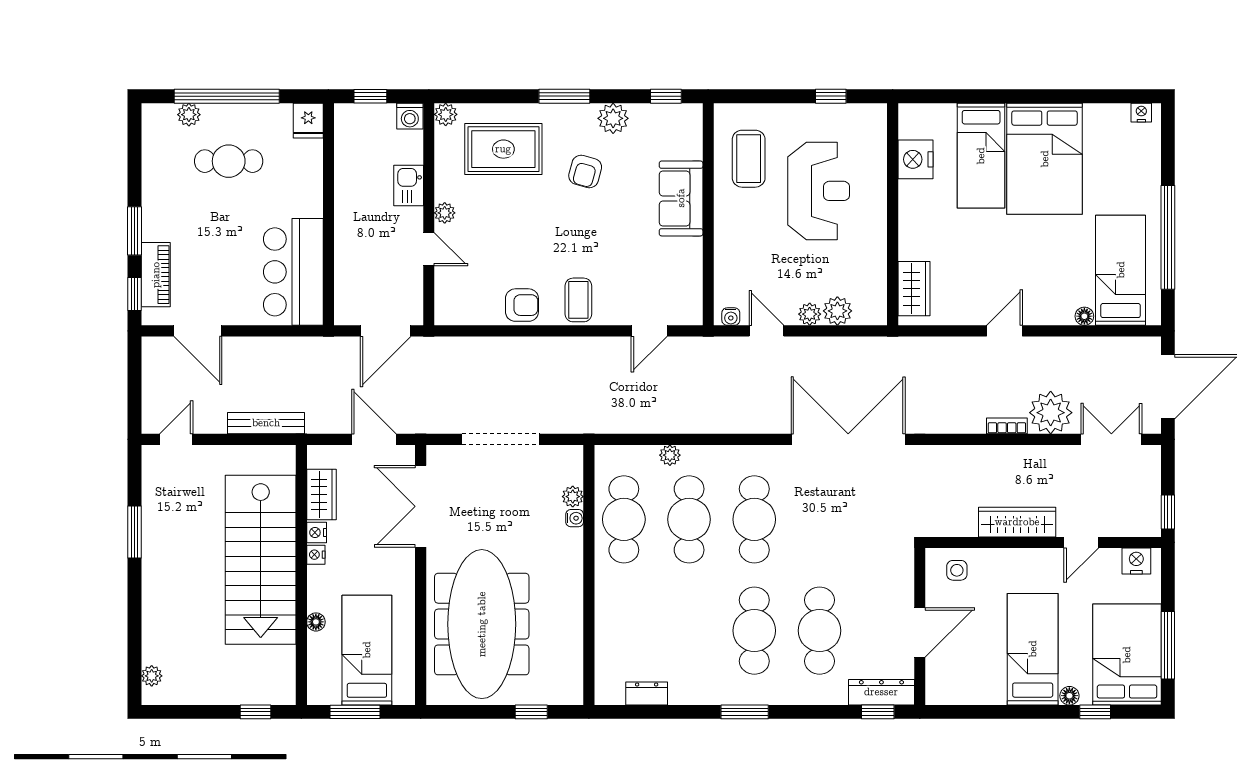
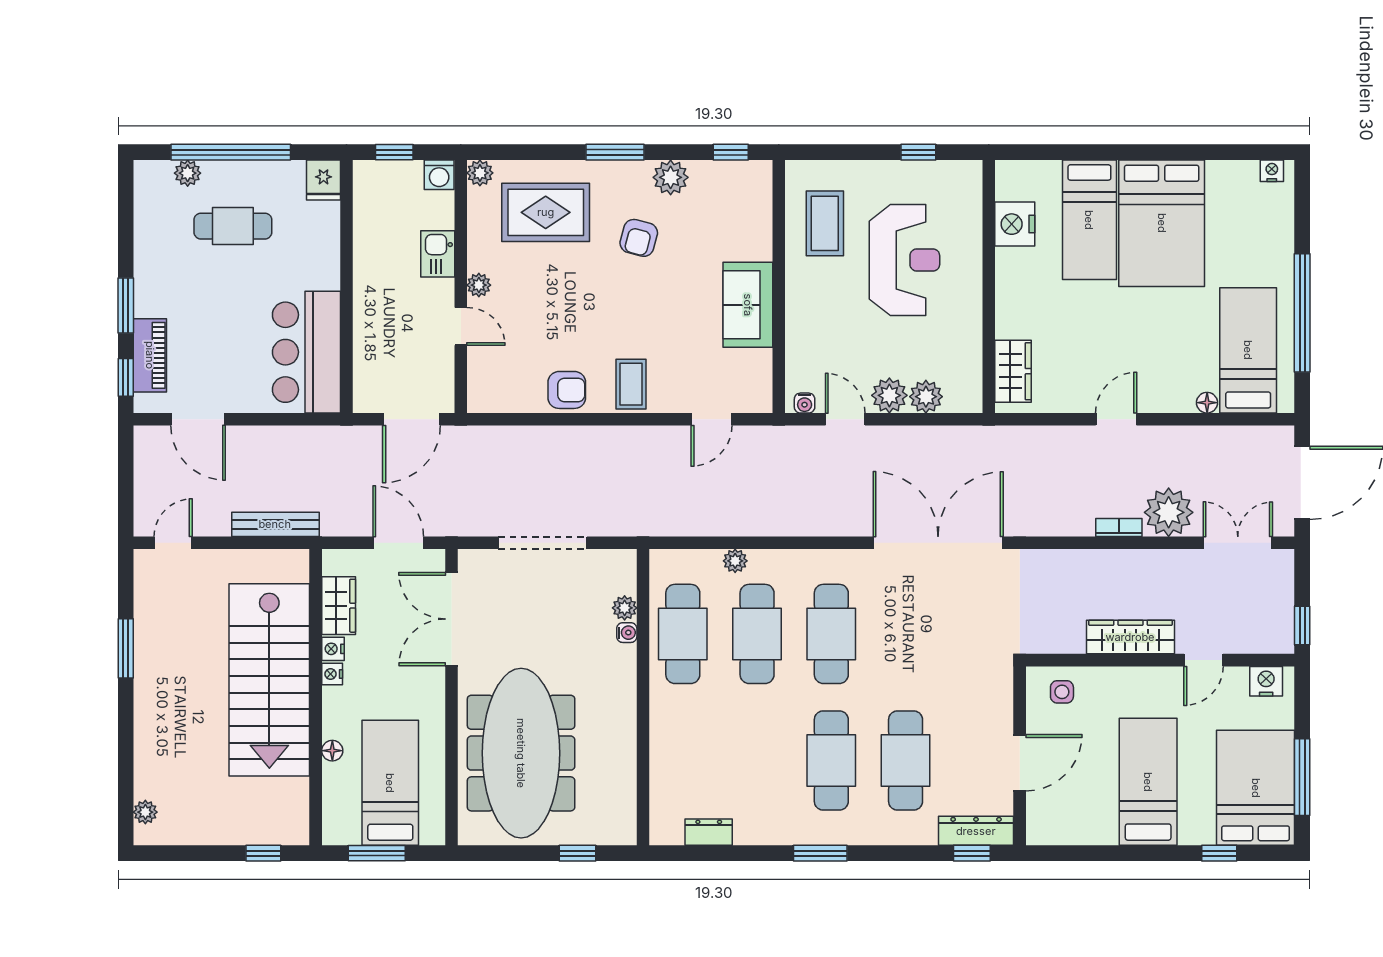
sofa: (681, 198) -> (748, 305), moved
plant: (810, 314) -> (889, 395), width x1.38, depth x1.38
floor lamp: (1069, 696) -> (1190, 835), removed

